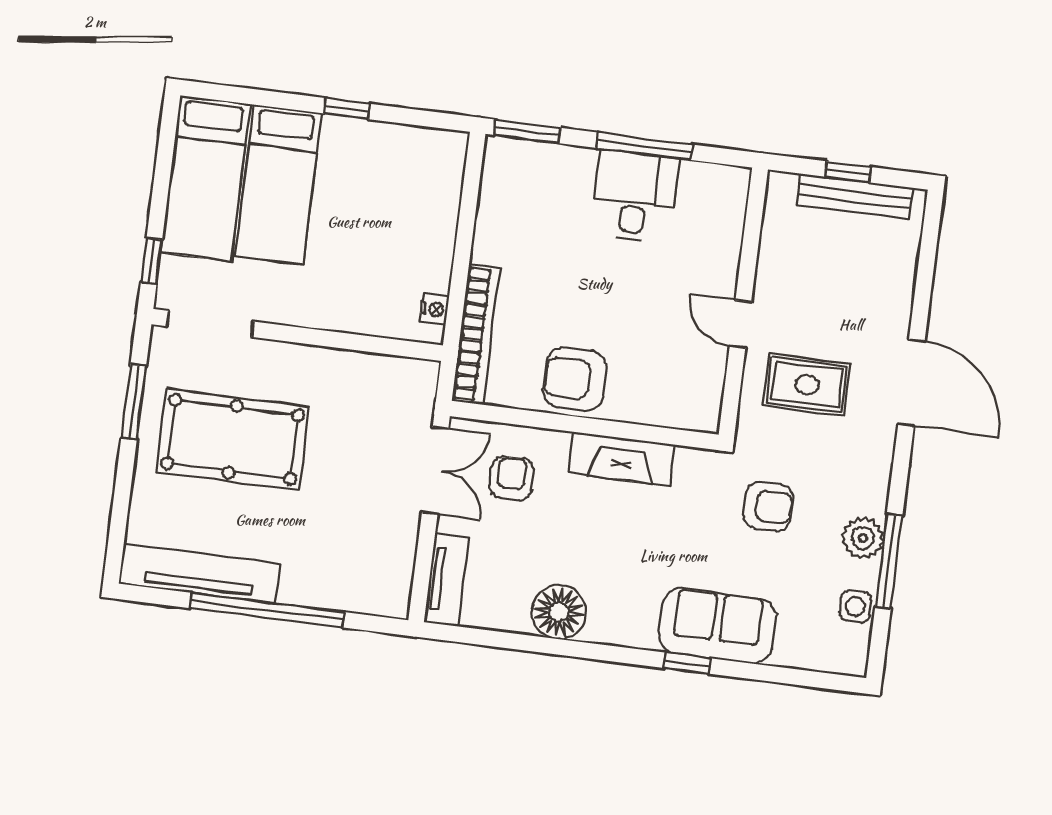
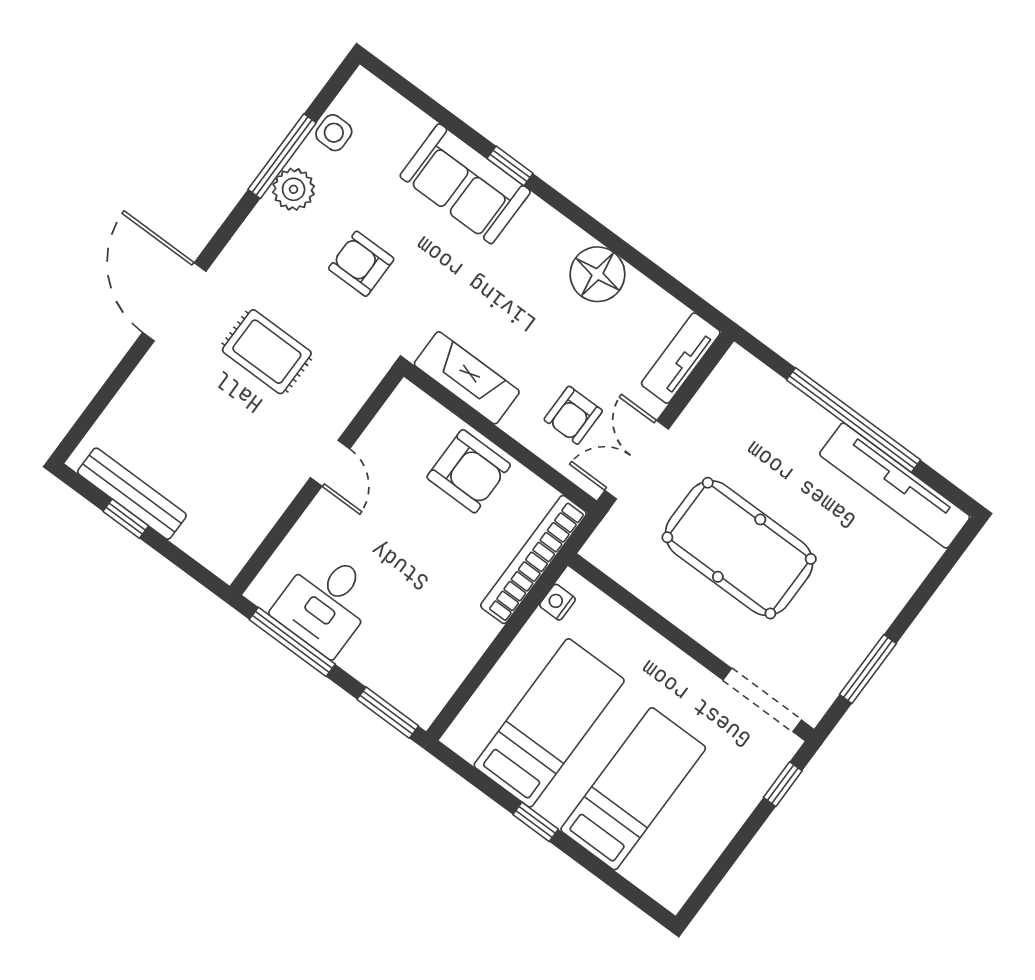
bed: (206, 178) -> (549, 723), moved
wall: (743, 302) -> (317, 481), moved
door: (740, 324) -> (330, 463), moved
pool table: (233, 439) -> (739, 548), moved

